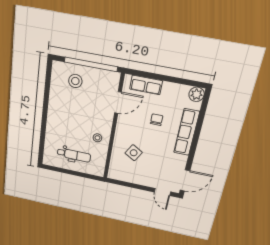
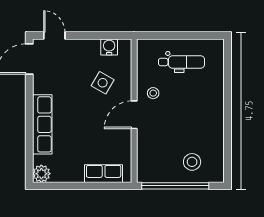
door: (118, 103) -> (134, 115), moved
chair: (157, 120) -> (82, 133), removed
dental chair: (74, 155) -> (181, 62), turned 180
water cooler: (124, 176) -> (109, 47), added

